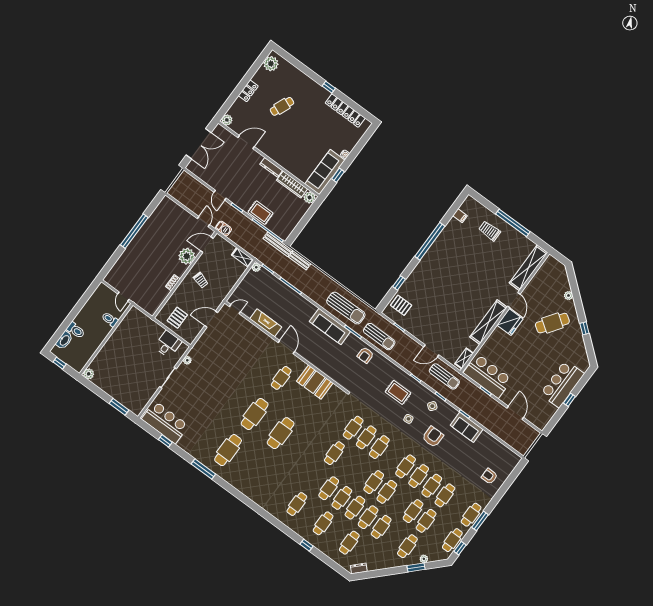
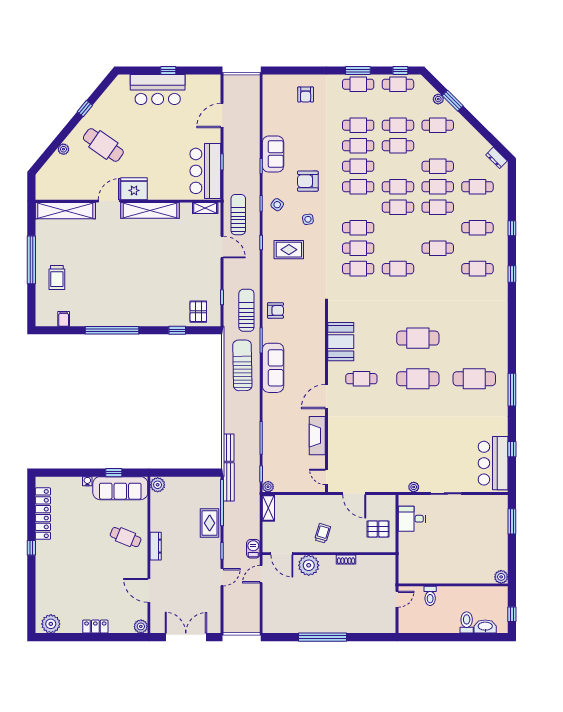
cafe table: (282, 106) -> (126, 537), moved
wardrobe: (292, 185) -> (158, 512), removed
rug: (398, 392) -> (289, 250), turned 90
cafe table: (342, 498) -> (438, 228), removed
window: (277, 523) -> (512, 274), added

